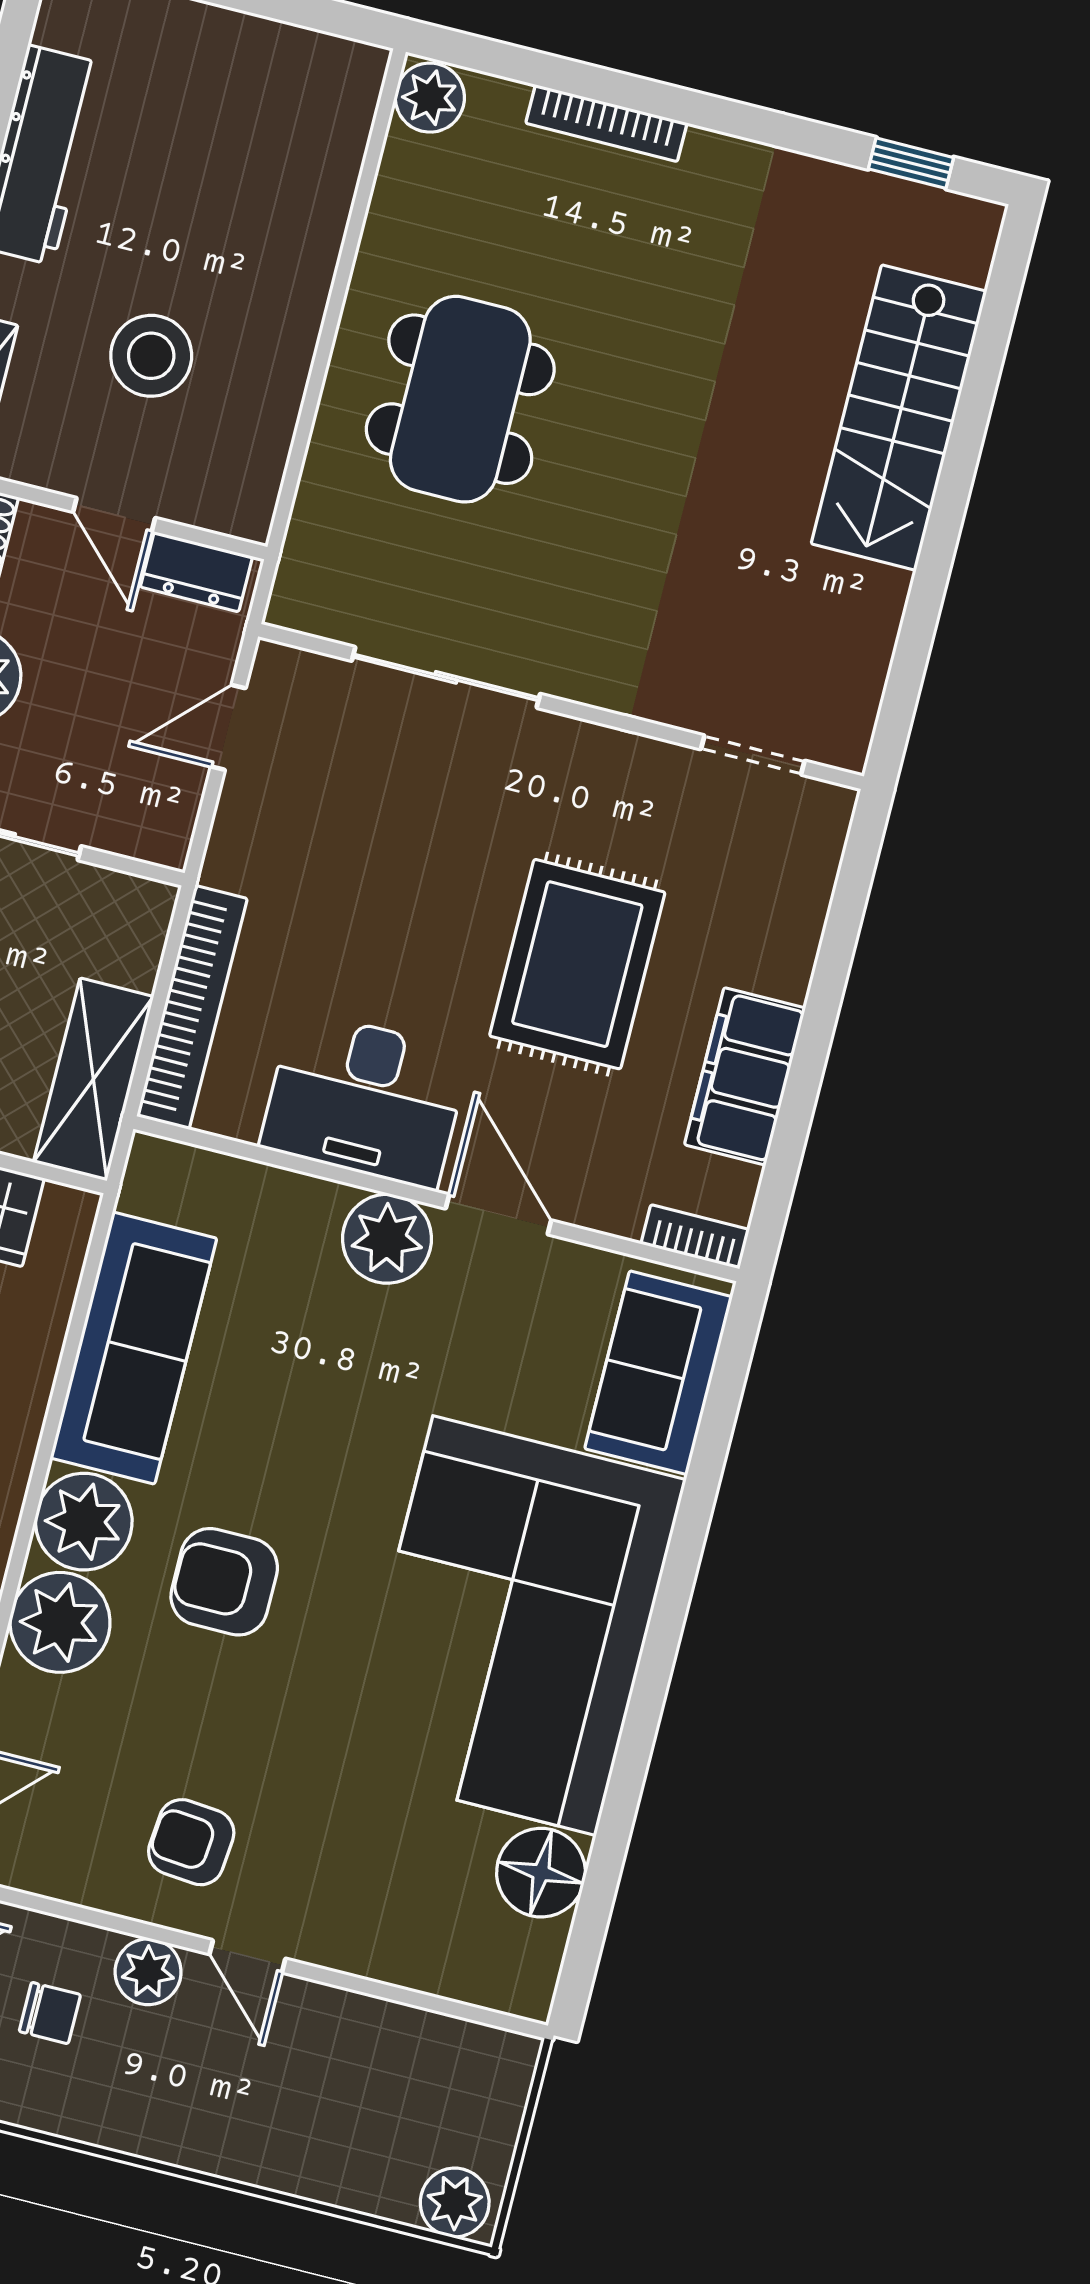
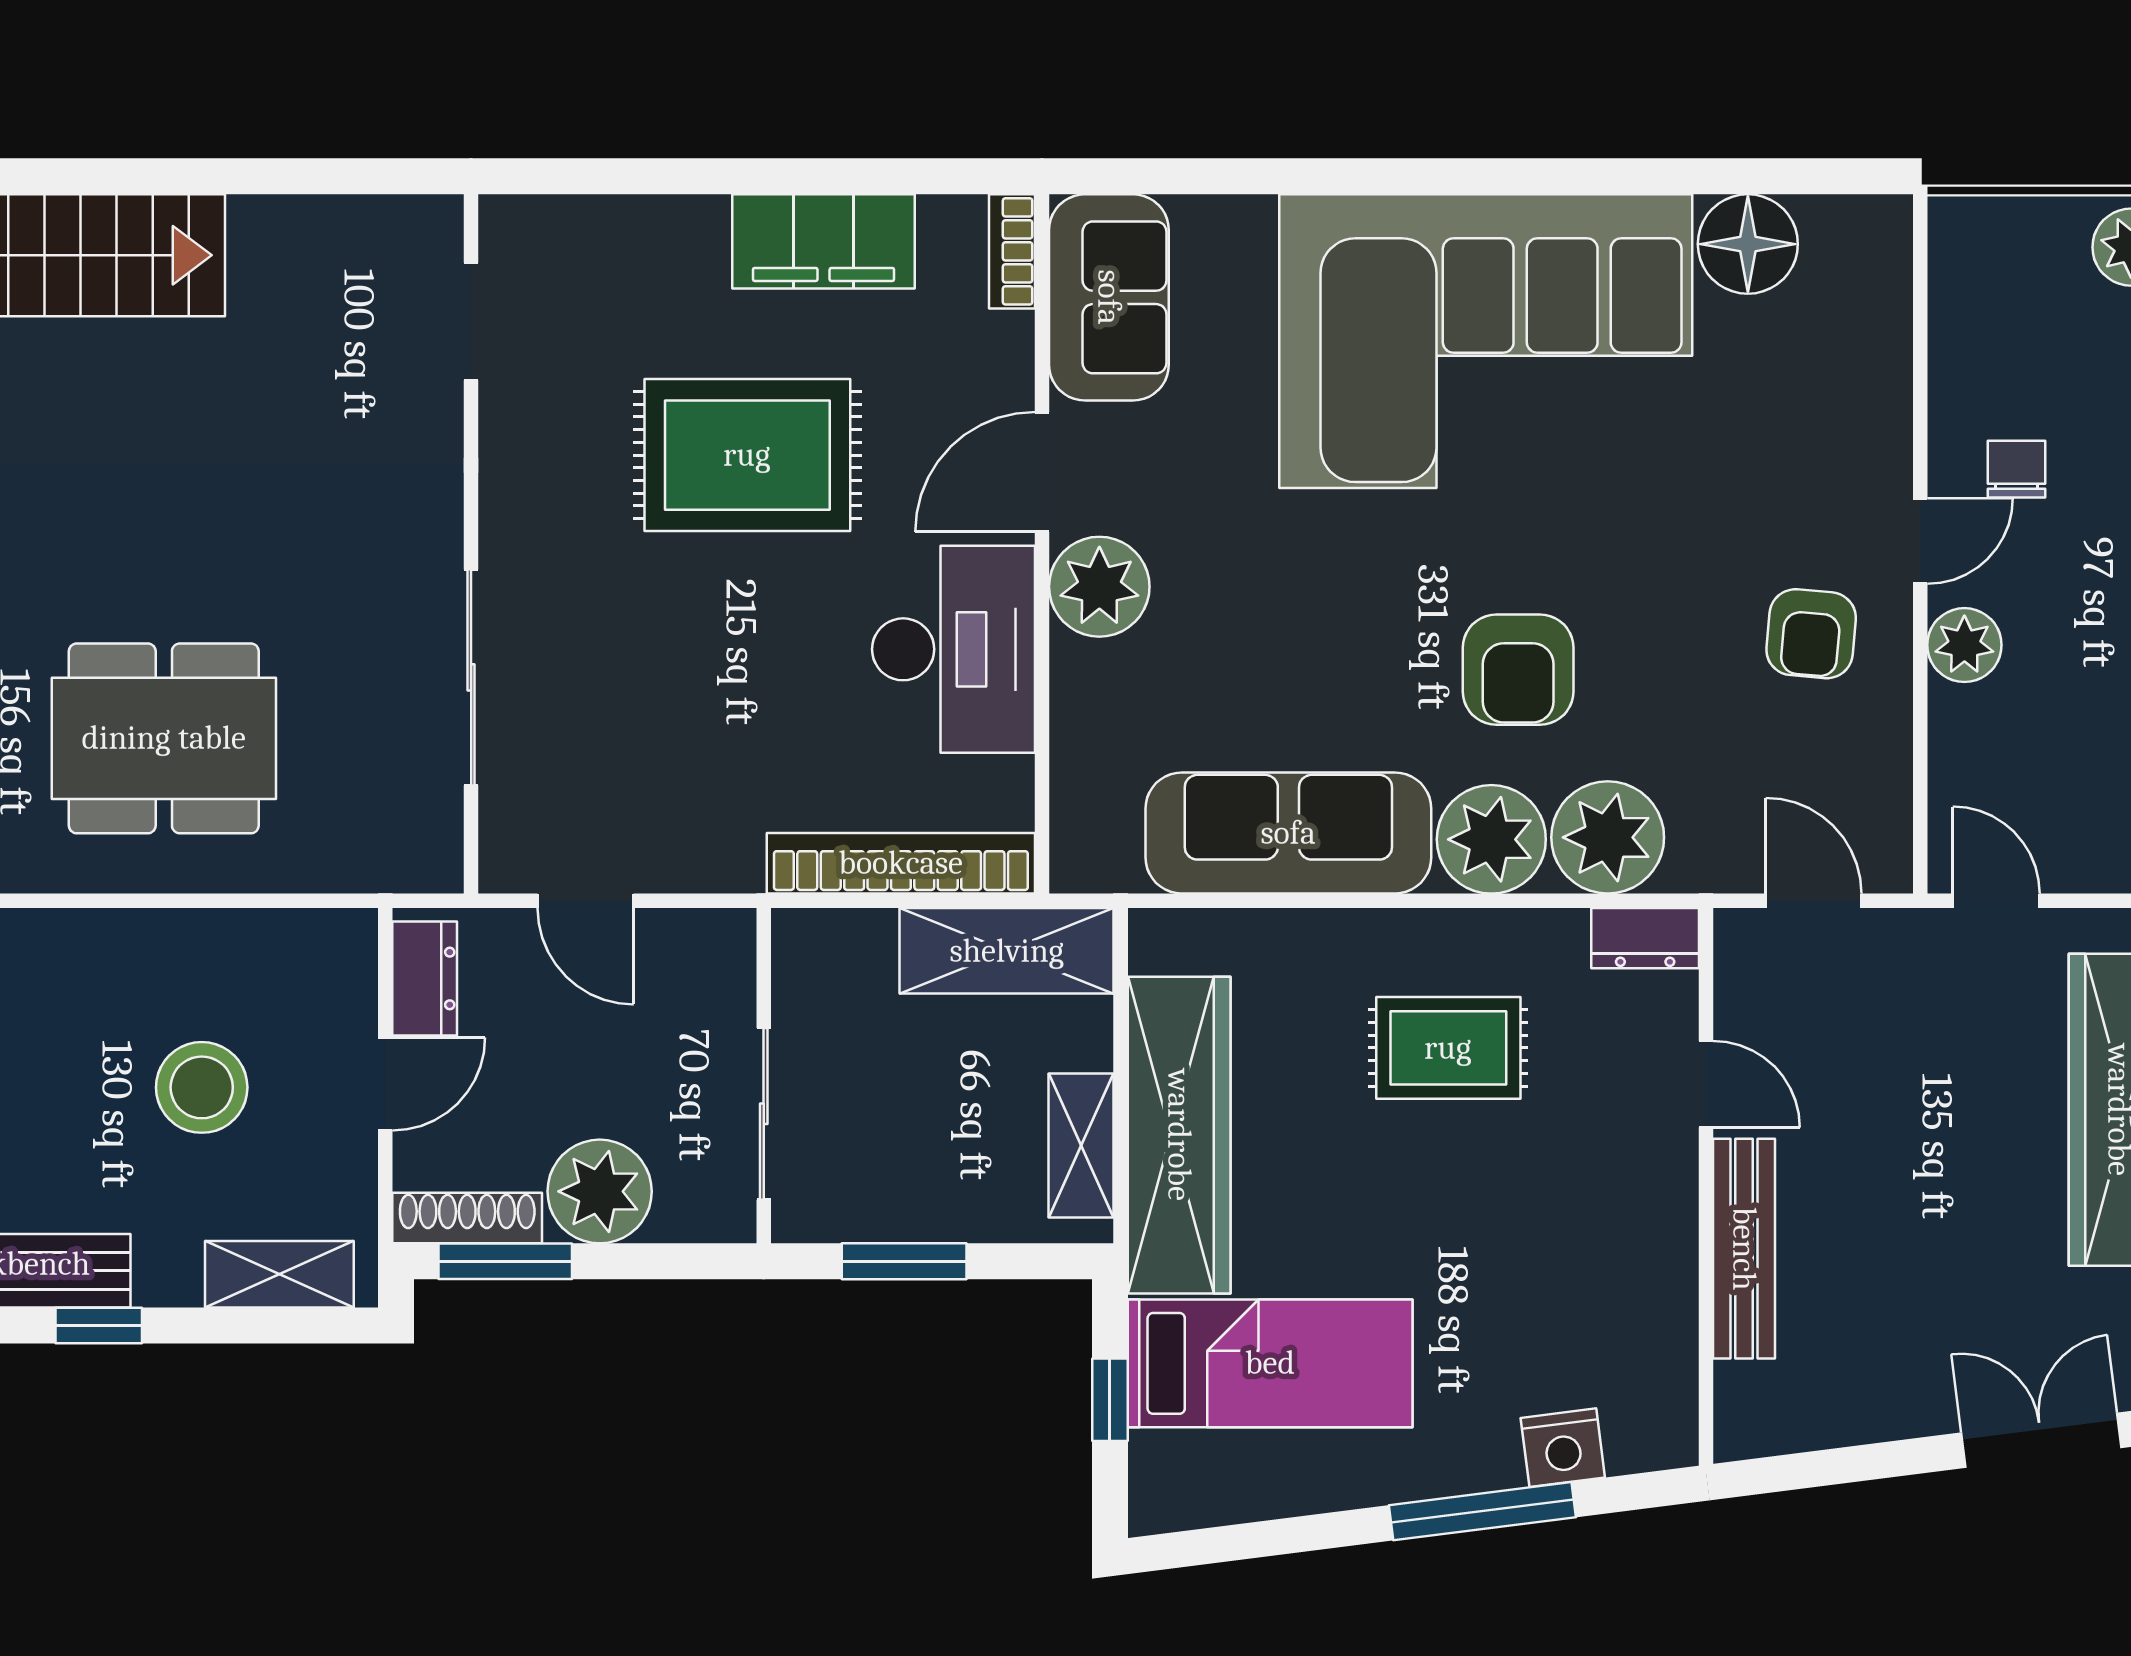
sofa: (658, 1373) -> (1109, 297), moved, turned -90
chair: (50, 2013) -> (2016, 469), moved

